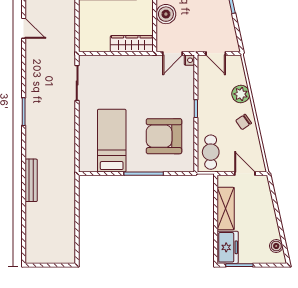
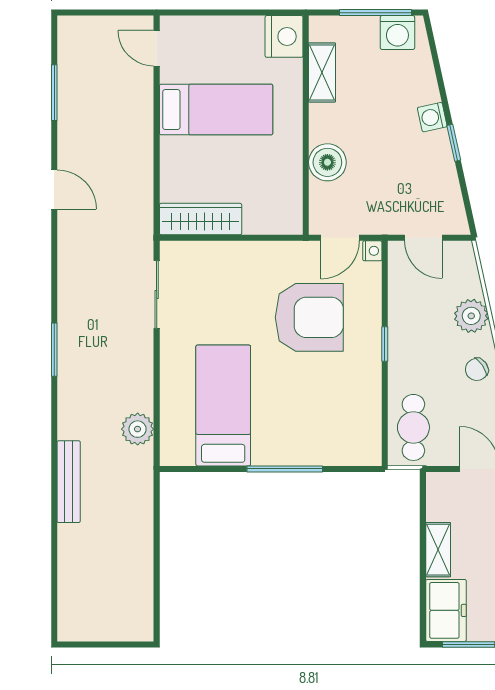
wardrobe: (132, 44) -> (201, 219), moved
armchair: (164, 136) -> (309, 317), moved, turned 180
plant: (67, 153) -> (138, 429), added
shelving: (226, 209) -> (438, 550), width x0.67, depth x0.75

